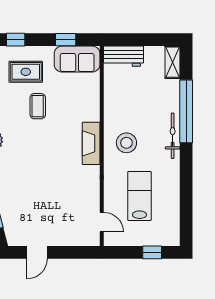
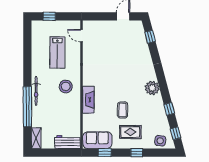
fireplace: (91, 143) -> (88, 100), moved

